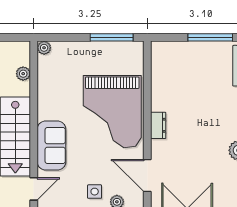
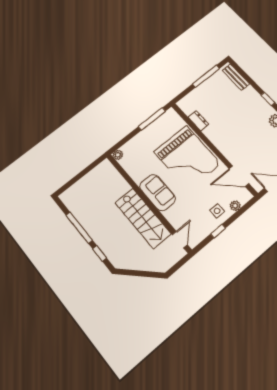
plant: (23, 74) -> (118, 179), removed
dresser: (158, 125) -> (198, 121), moved
sofa: (51, 146) -> (158, 193), moved

